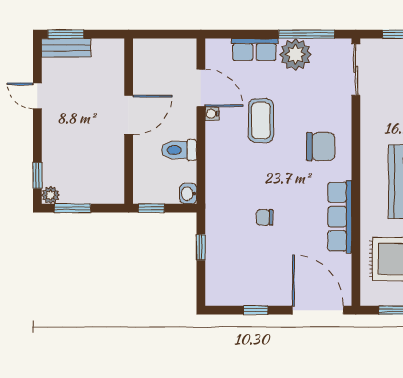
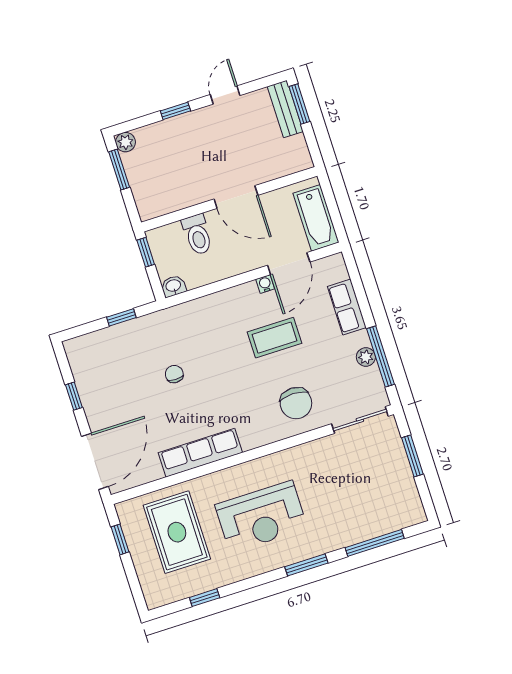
bathtub: (169, 52) -> (316, 218), added
plant: (295, 54) -> (366, 357), width x0.53, depth x0.53
chair: (321, 147) -> (296, 403), moved
toilet: (179, 150) -> (197, 235), moved, turned 180
window: (37, 175) -> (175, 111), moved

